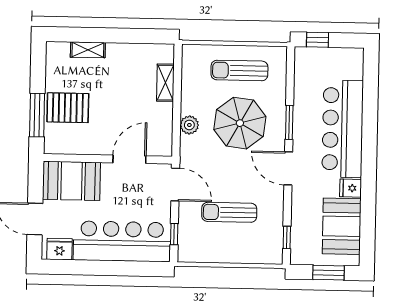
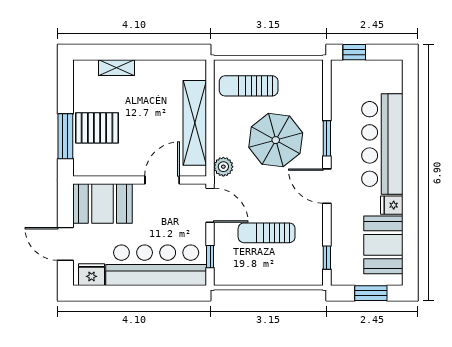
sun lounger: (239, 70) -> (249, 86), moved
shelving: (165, 83) -> (195, 123), width x2.20, depth x1.33
plant: (189, 125) -> (223, 167), moved

